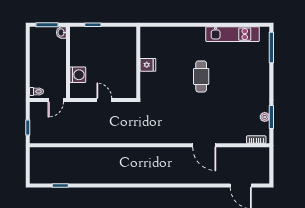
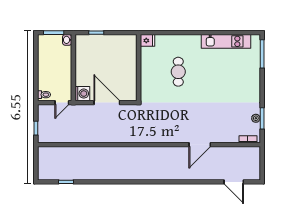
fridge: (148, 65) -> (147, 40), moved
washing machine: (78, 75) -> (82, 94), moved
cafe table: (201, 76) -> (178, 72), moved
door: (104, 100) -> (107, 103), width x1.88
door: (204, 145) -> (200, 145), hinge flipped

